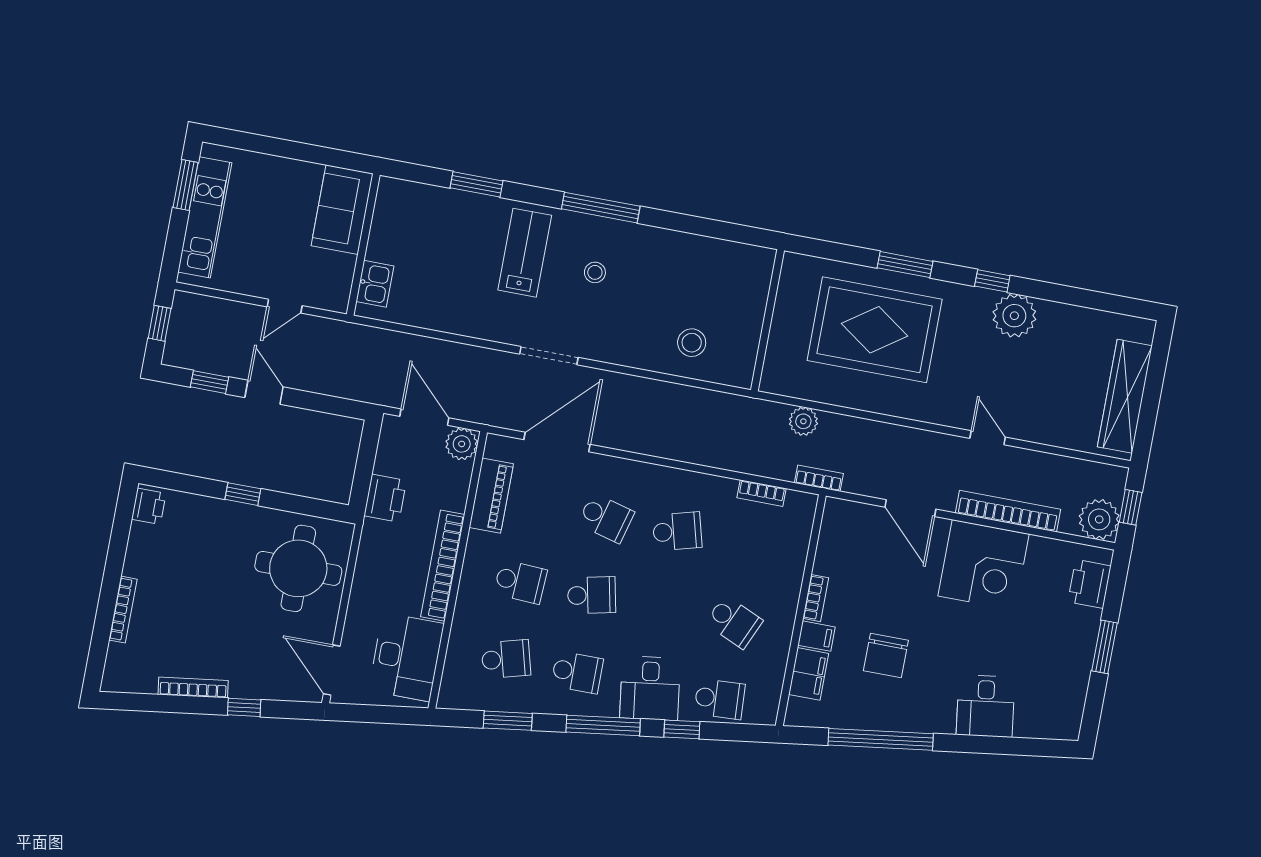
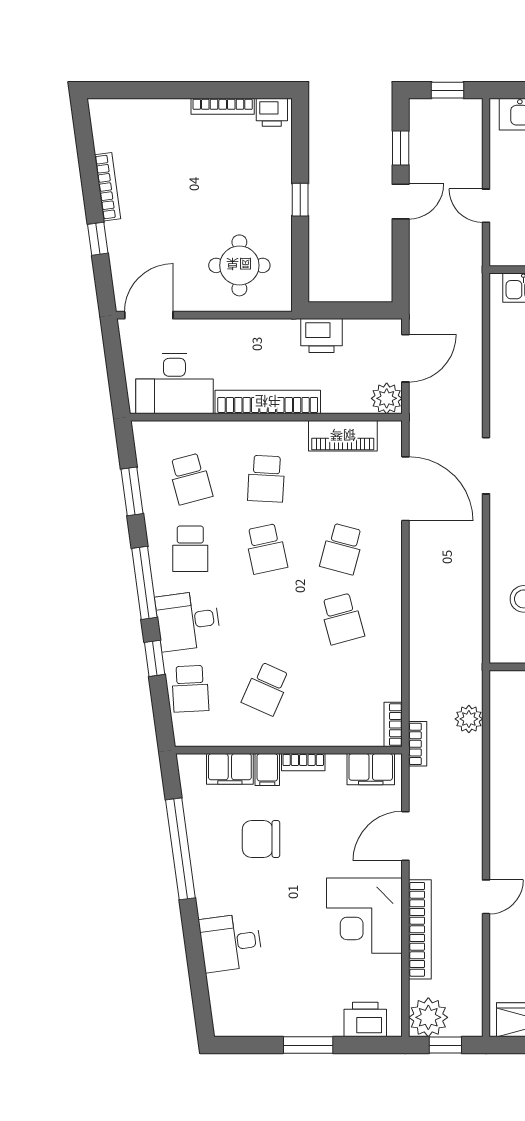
bookcase: (762, 493) -> (393, 725), moved
filing cabinet: (836, 531) -> (371, 769), added
round table: (298, 568) -> (239, 265), width x0.73, depth x0.73
bookcase: (123, 610) -> (223, 106), moved

